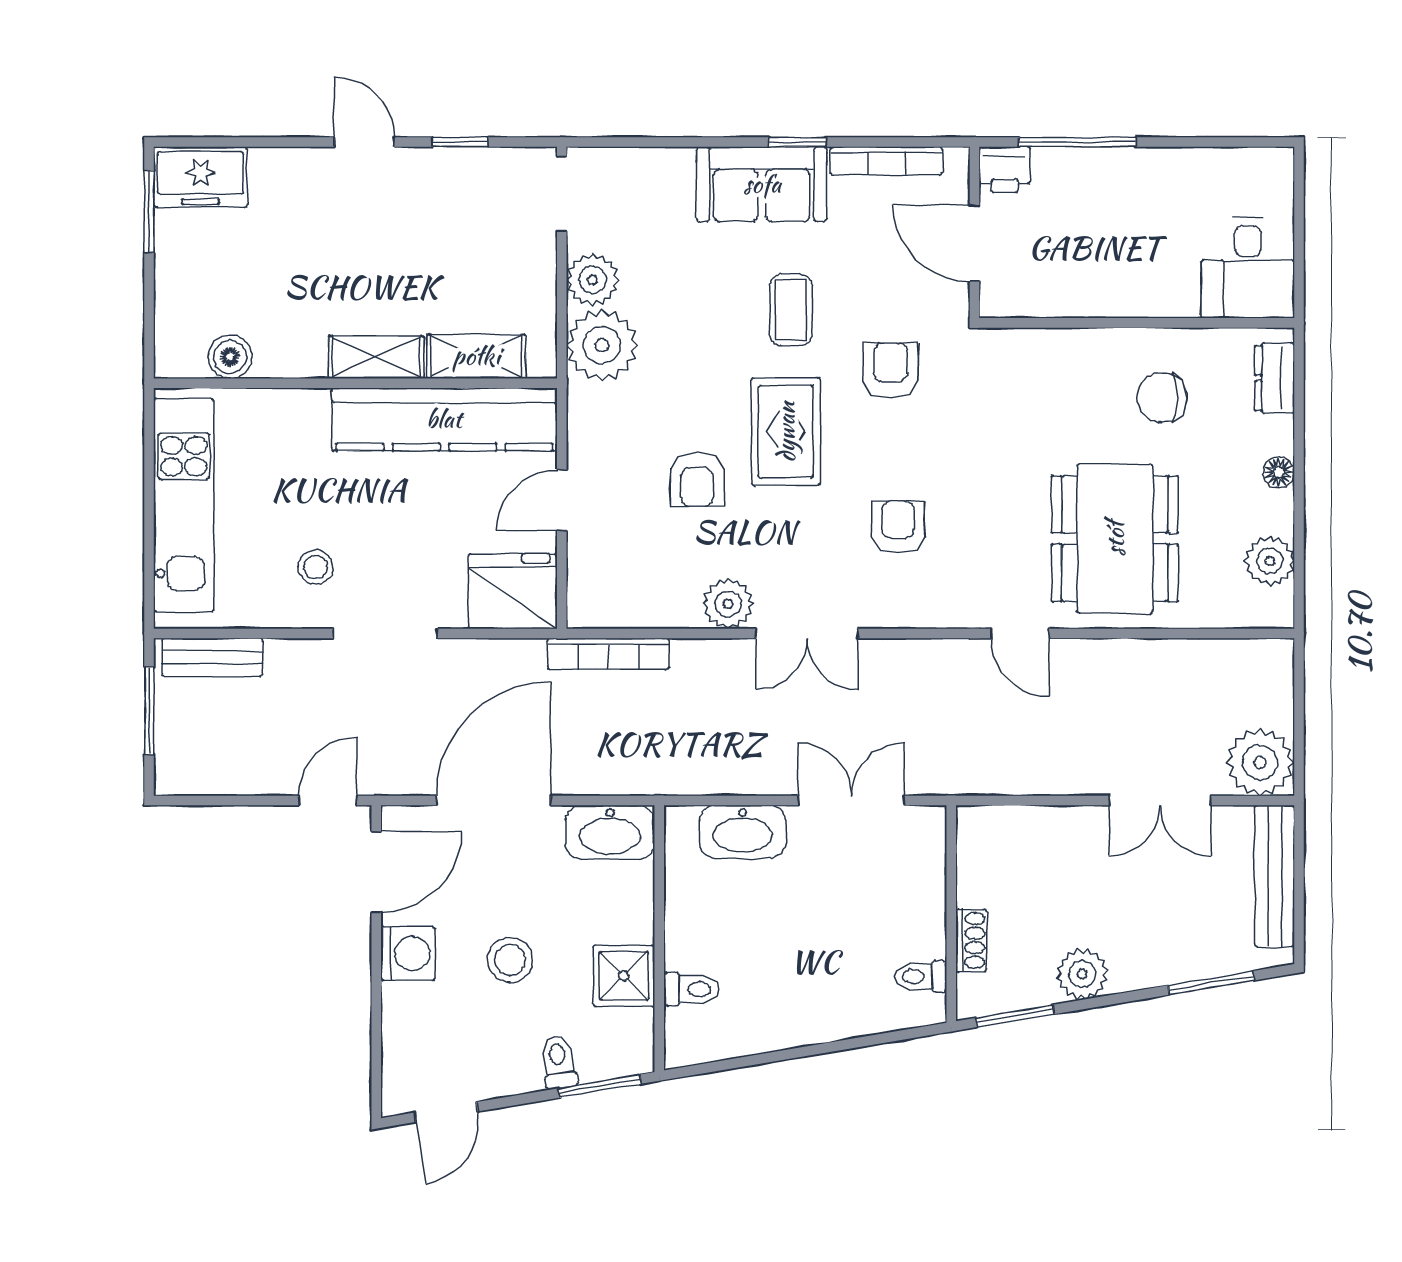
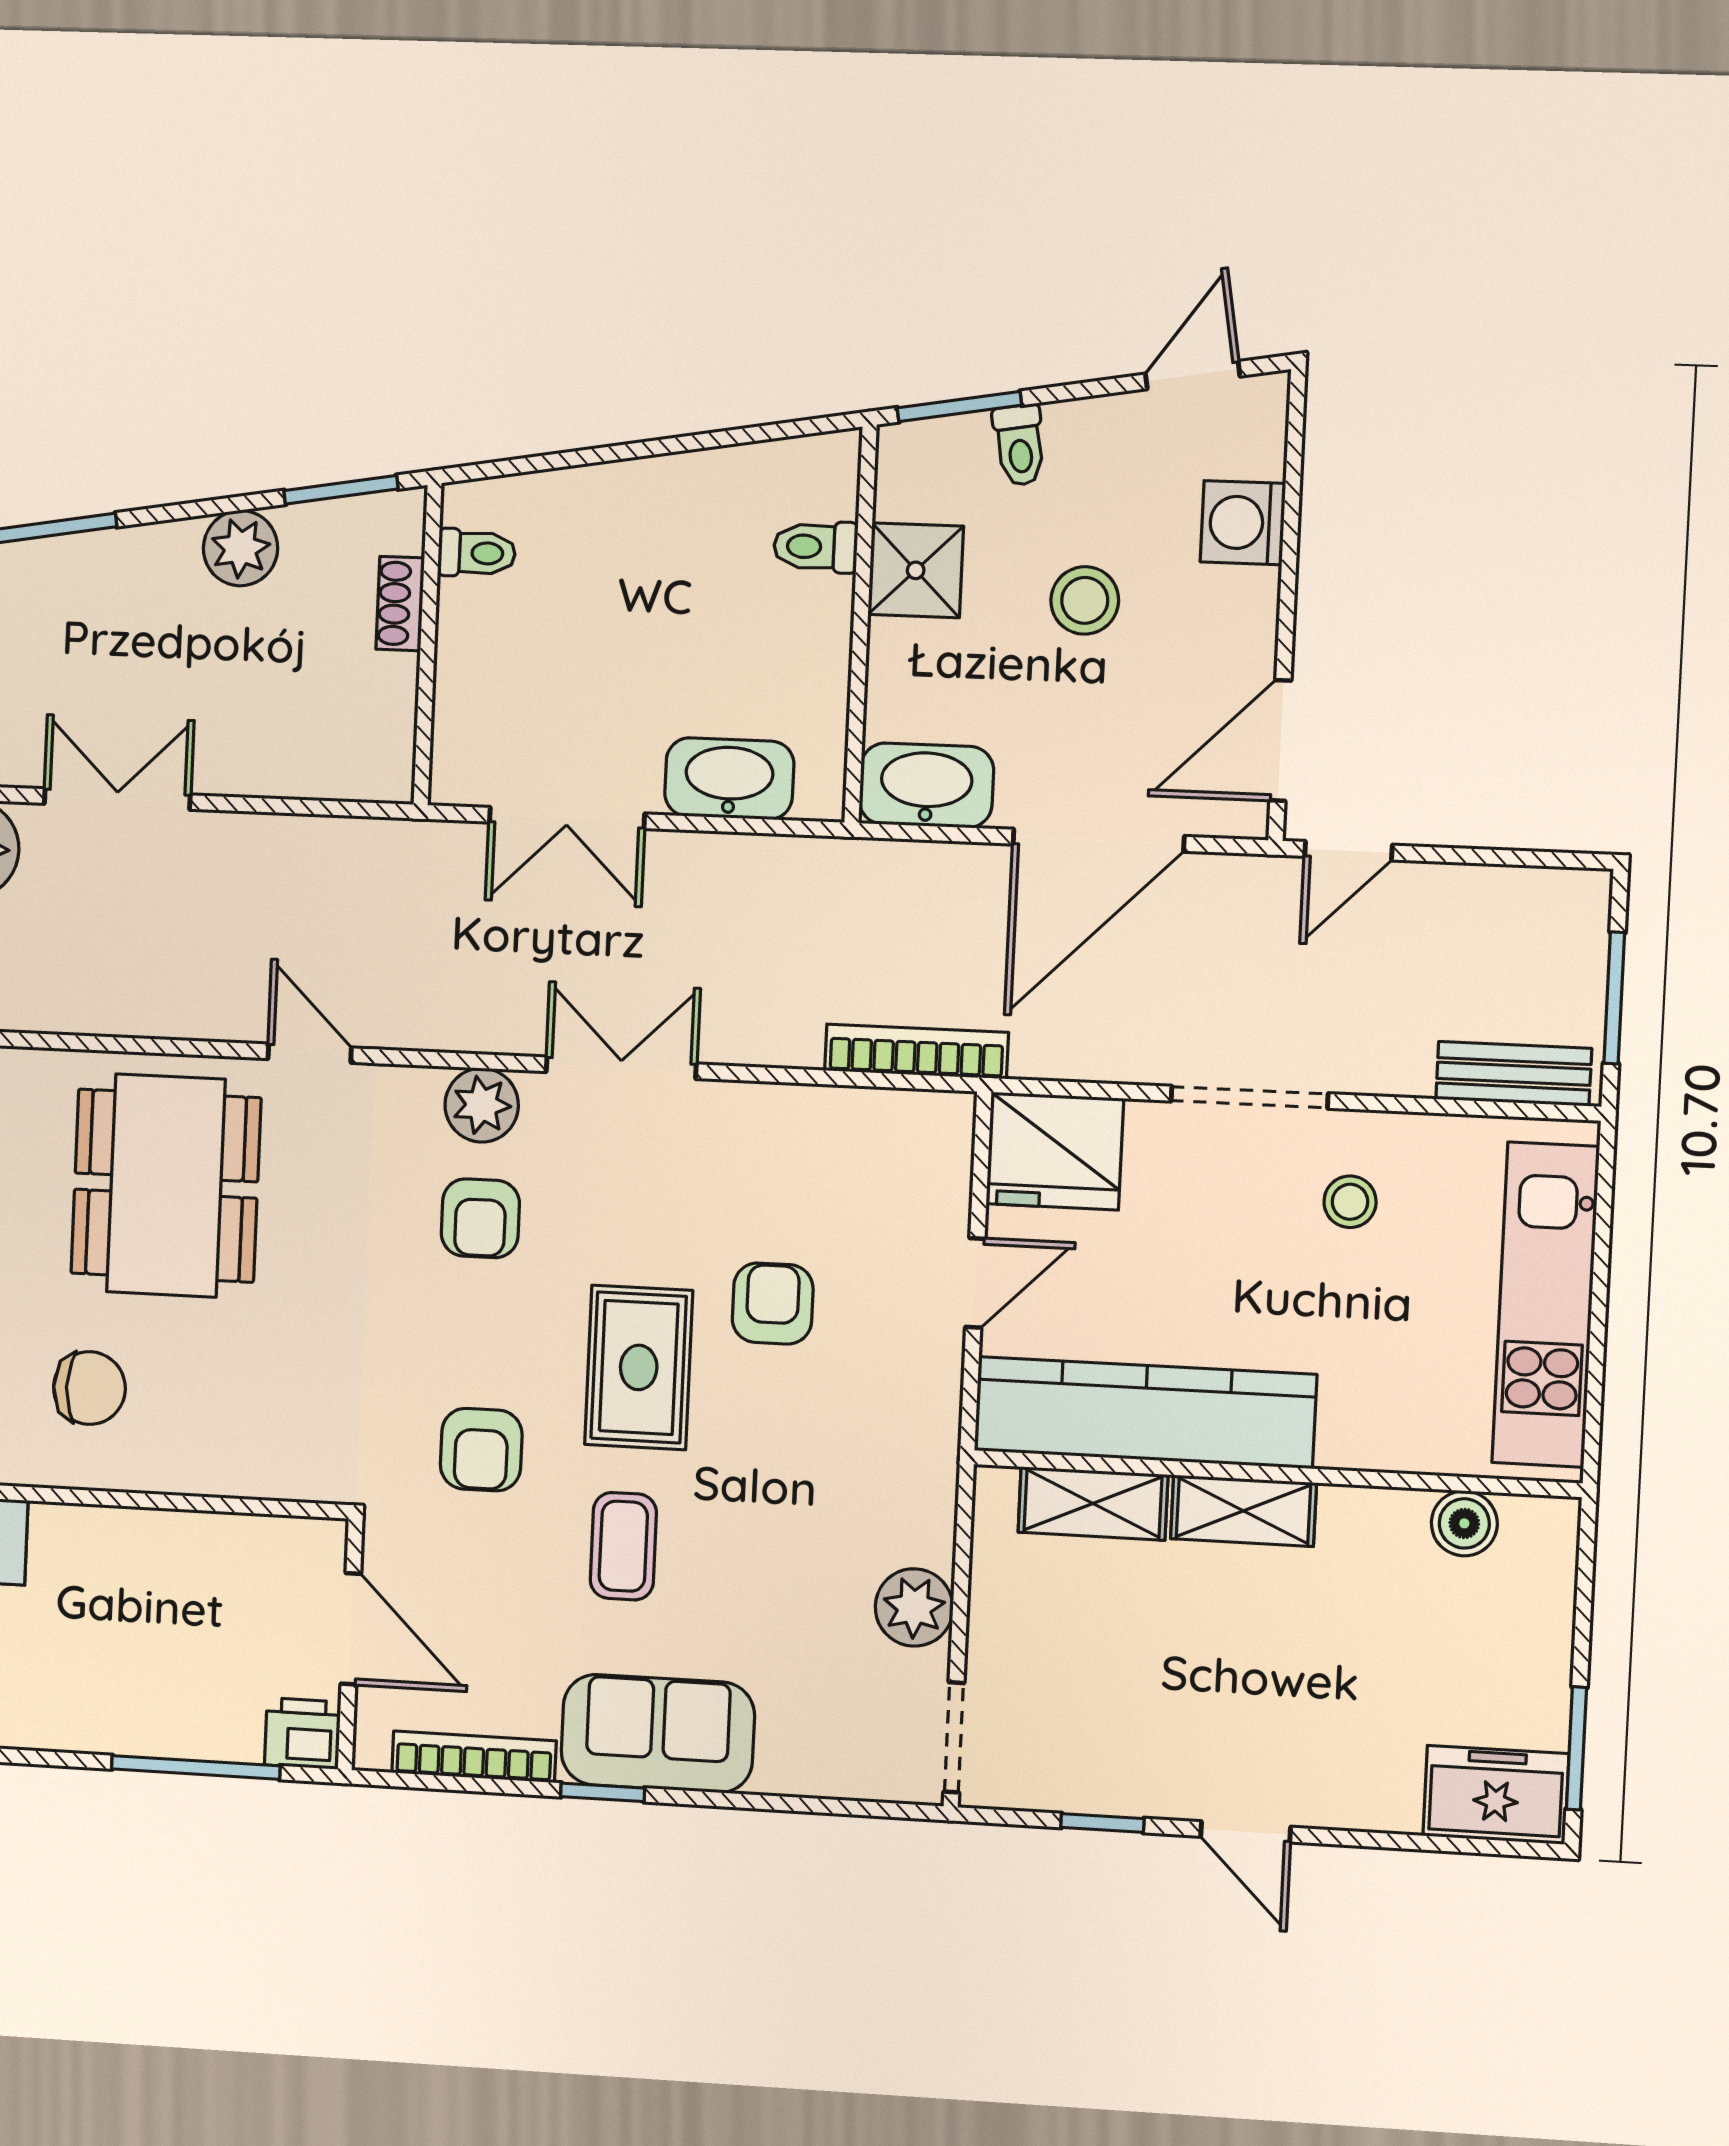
plant: (602, 345) -> (905, 1510), removed
plant: (728, 604) -> (482, 1105), moved
washing machine: (408, 953) -> (1243, 523), moved

